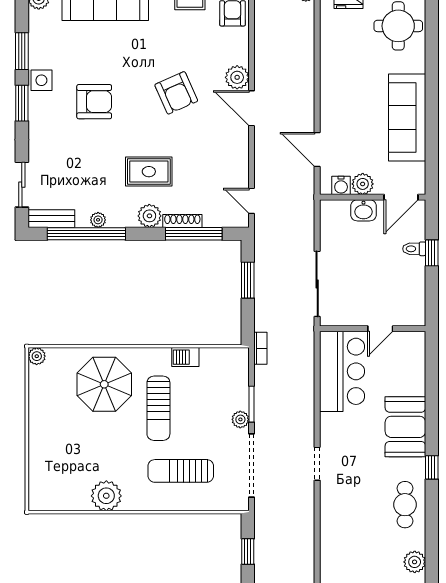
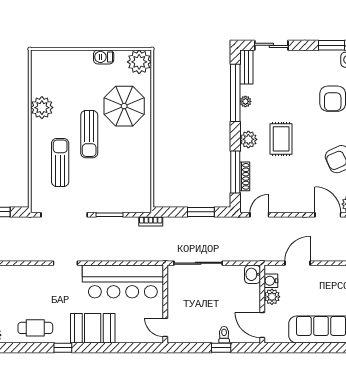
door: (251, 108) -> (328, 215), hinge flipped
washbasin: (364, 210) -> (252, 274), moved
shoe rack: (182, 221) -> (245, 176), moved
door: (380, 329) -> (165, 327), moved
plant: (37, 356) -> (139, 62), width x1.88, depth x1.88
barbecue: (185, 357) -> (104, 57), moved, turned -90
bar counter: (342, 371) -> (123, 282), width x1.36
sun lounger: (158, 408) -> (89, 134), moved, turned -90
plant: (240, 419) -> (98, 207), removed

